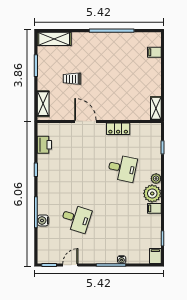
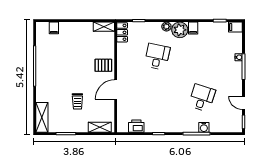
pallet: (113, 108) -> (103, 65), added
locker: (118, 129) -> (122, 32), moved

